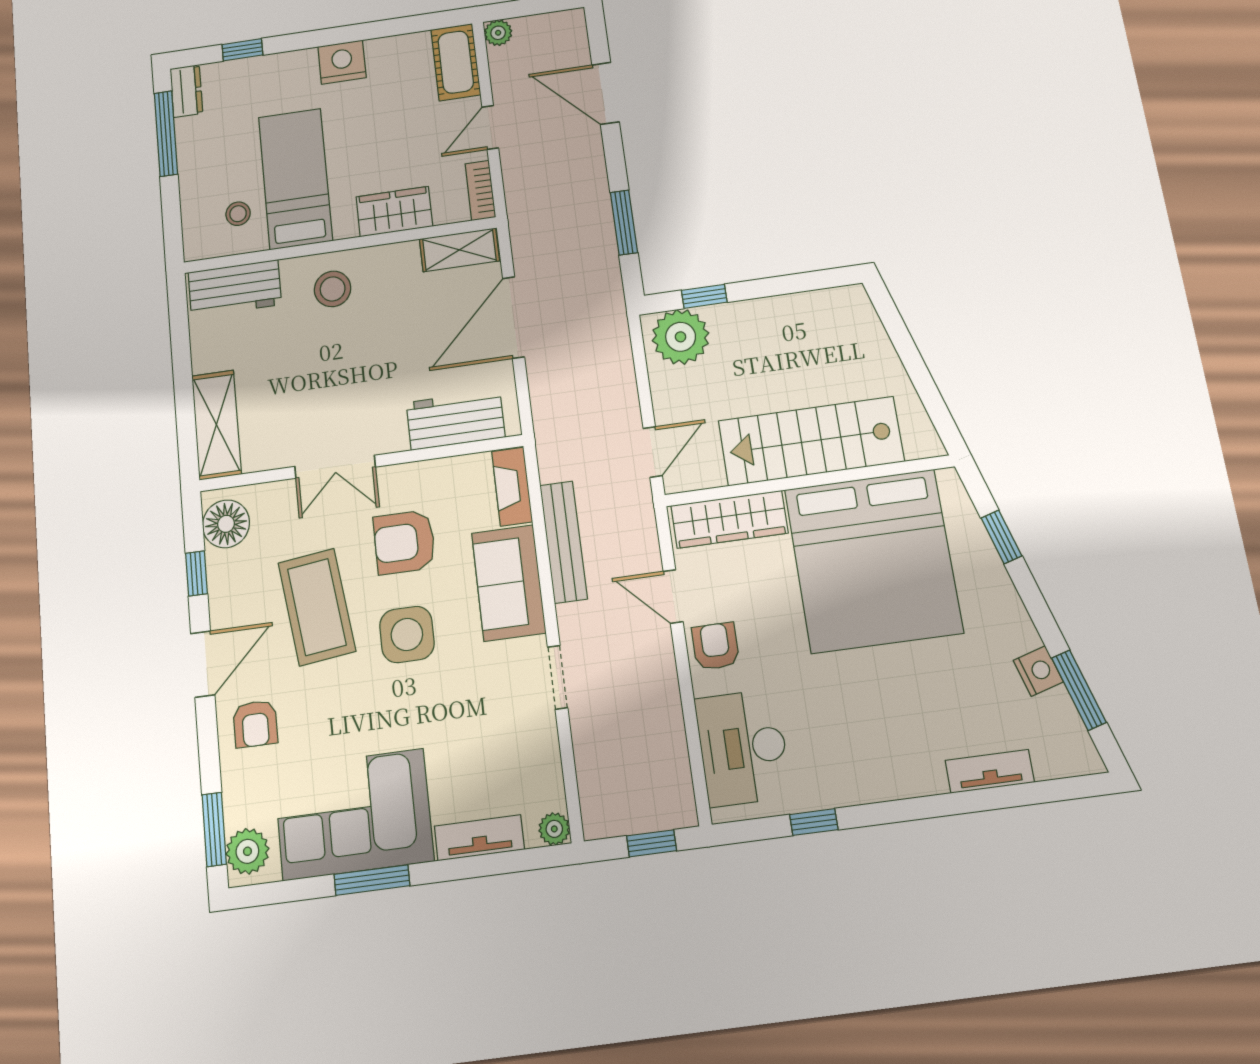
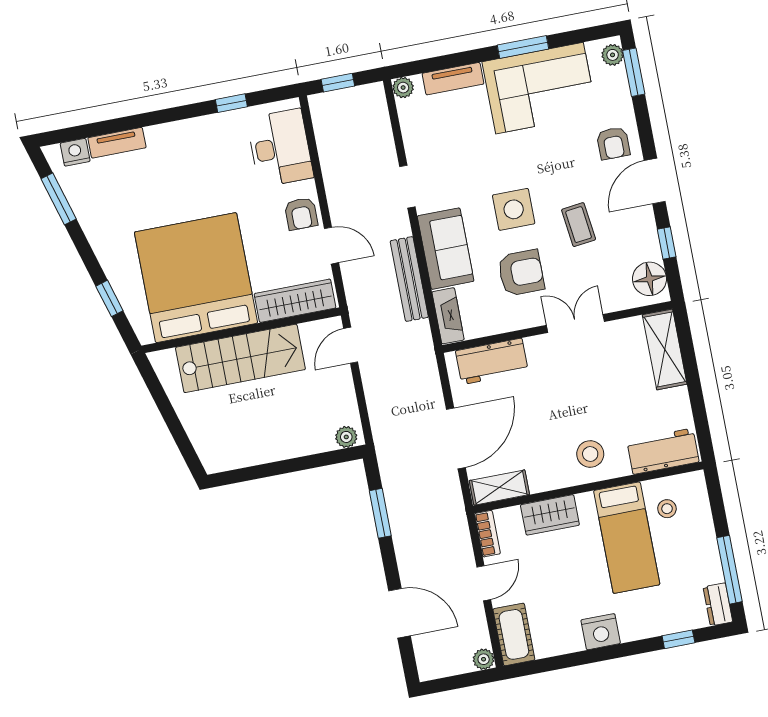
window: (704, 296) -> (319, 460), removed
plant: (681, 337) -> (346, 437), width x0.53, depth x0.53
coffee table: (317, 607) -> (579, 225), width x0.54, depth x0.58
nightstand: (1038, 671) -> (75, 152), moved, turned 106
armchair: (255, 724) -> (613, 143), turned 180
plant: (247, 851) -> (613, 55), width x0.73, depth x0.73

